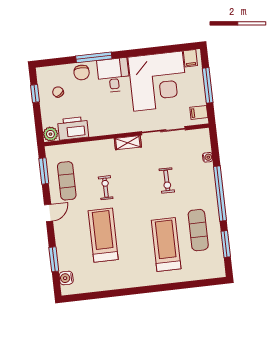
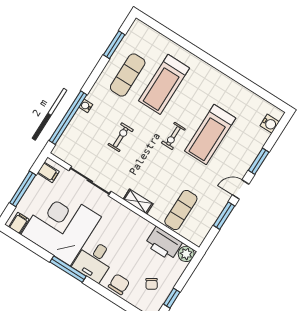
window: (94, 57) -> (68, 269), moved
shelving: (128, 143) -> (138, 201), moved
water cooler: (208, 157) -> (86, 106), moved
window: (44, 171) -> (224, 216), moved
exercise mat: (67, 181) -> (181, 210), moved
exercise bike: (106, 188) -> (173, 136), moved
window: (220, 194) -> (68, 118), moved
window: (54, 259) -> (259, 161), moved

